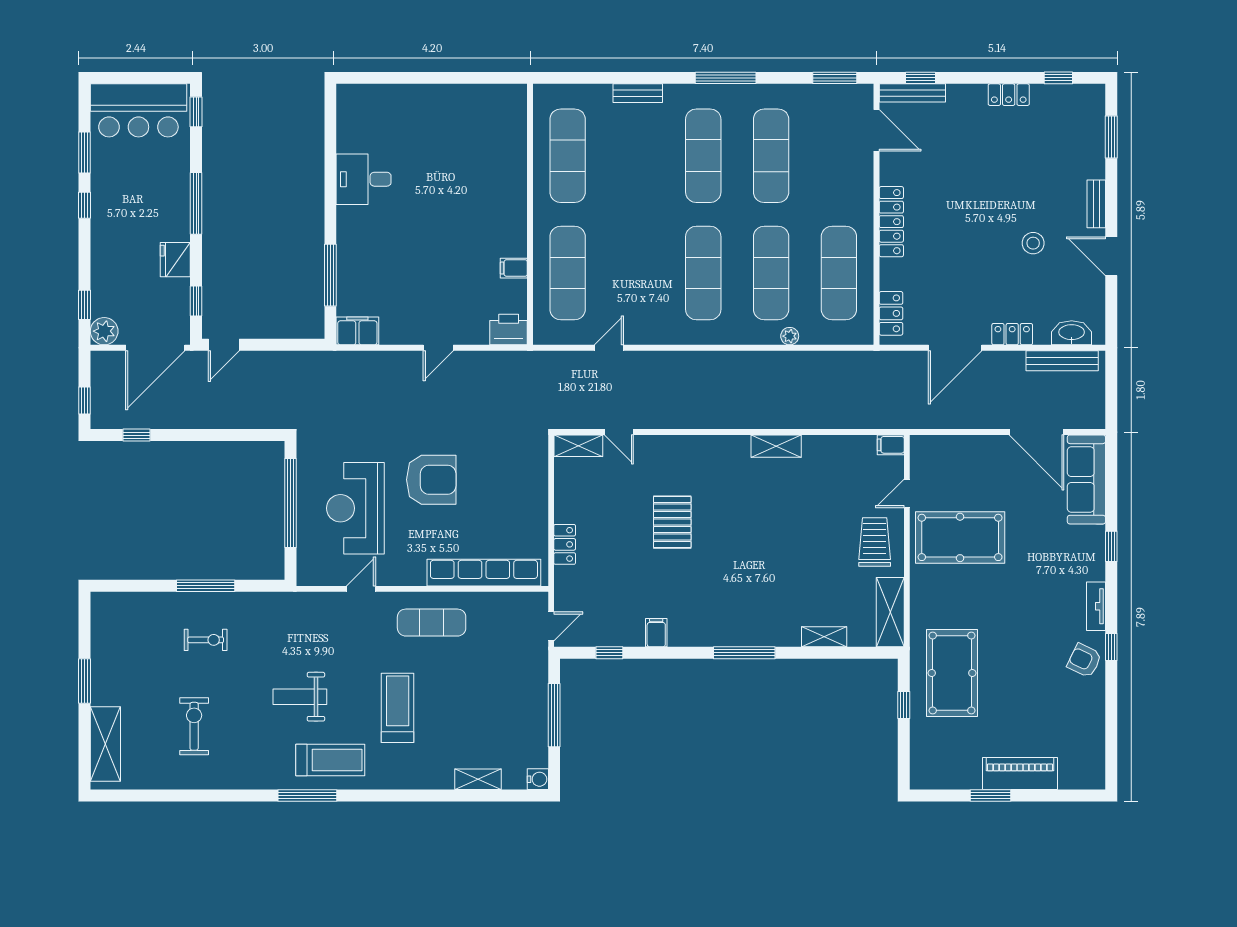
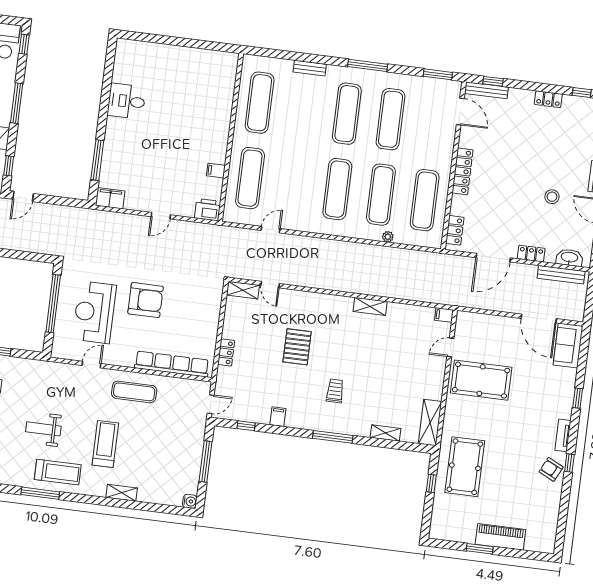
sofa: (1086, 479) -> (568, 345), width x0.73
trolley: (875, 542) -> (335, 391), moved, width x0.73, depth x0.72
shelving: (478, 779) -> (122, 493), moved

